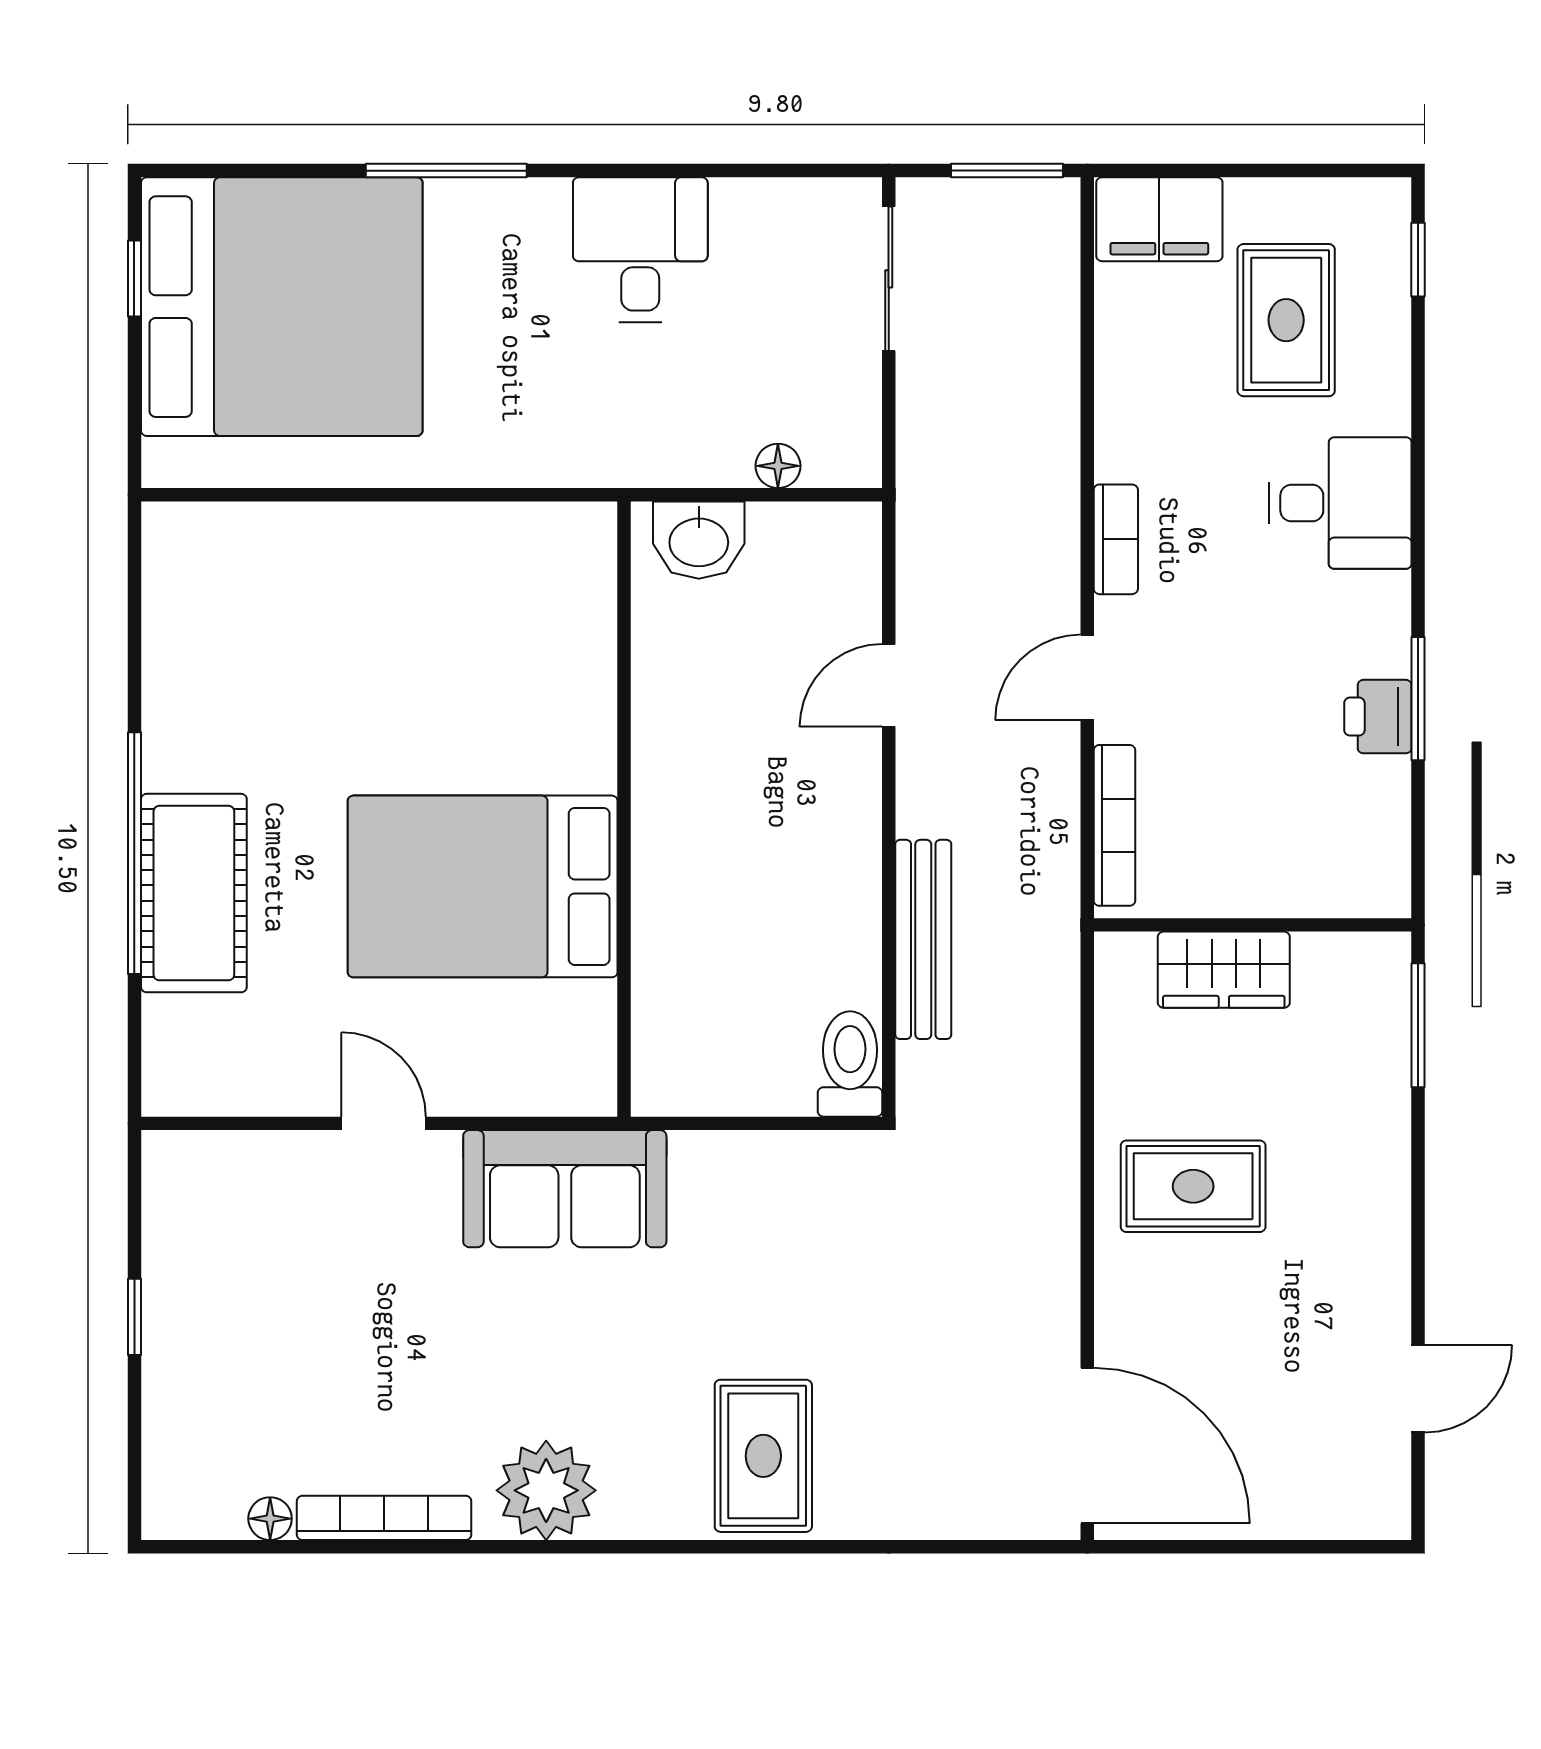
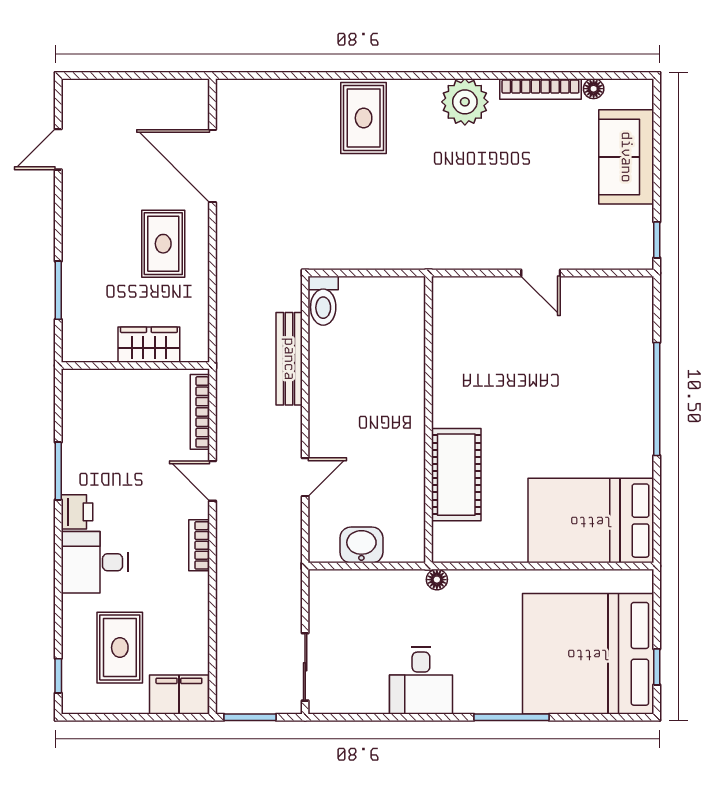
floor lamp: (778, 466) -> (437, 580), moved
washbasin: (699, 540) -> (361, 545), moved
door: (1087, 677) -> (213, 481), swing flipped
printer: (1378, 717) -> (77, 512), moved
bed: (483, 886) -> (591, 521), moved, turned 180
cot: (194, 893) -> (456, 475), moved
window: (1418, 1025) -> (58, 290), moved
rug: (1193, 1186) -> (163, 244), turned 90
sofa: (565, 1189) -> (626, 157), moved, turned -90
window: (134, 1317) -> (657, 240), moved
door: (1087, 1446) -> (213, 166), moved

